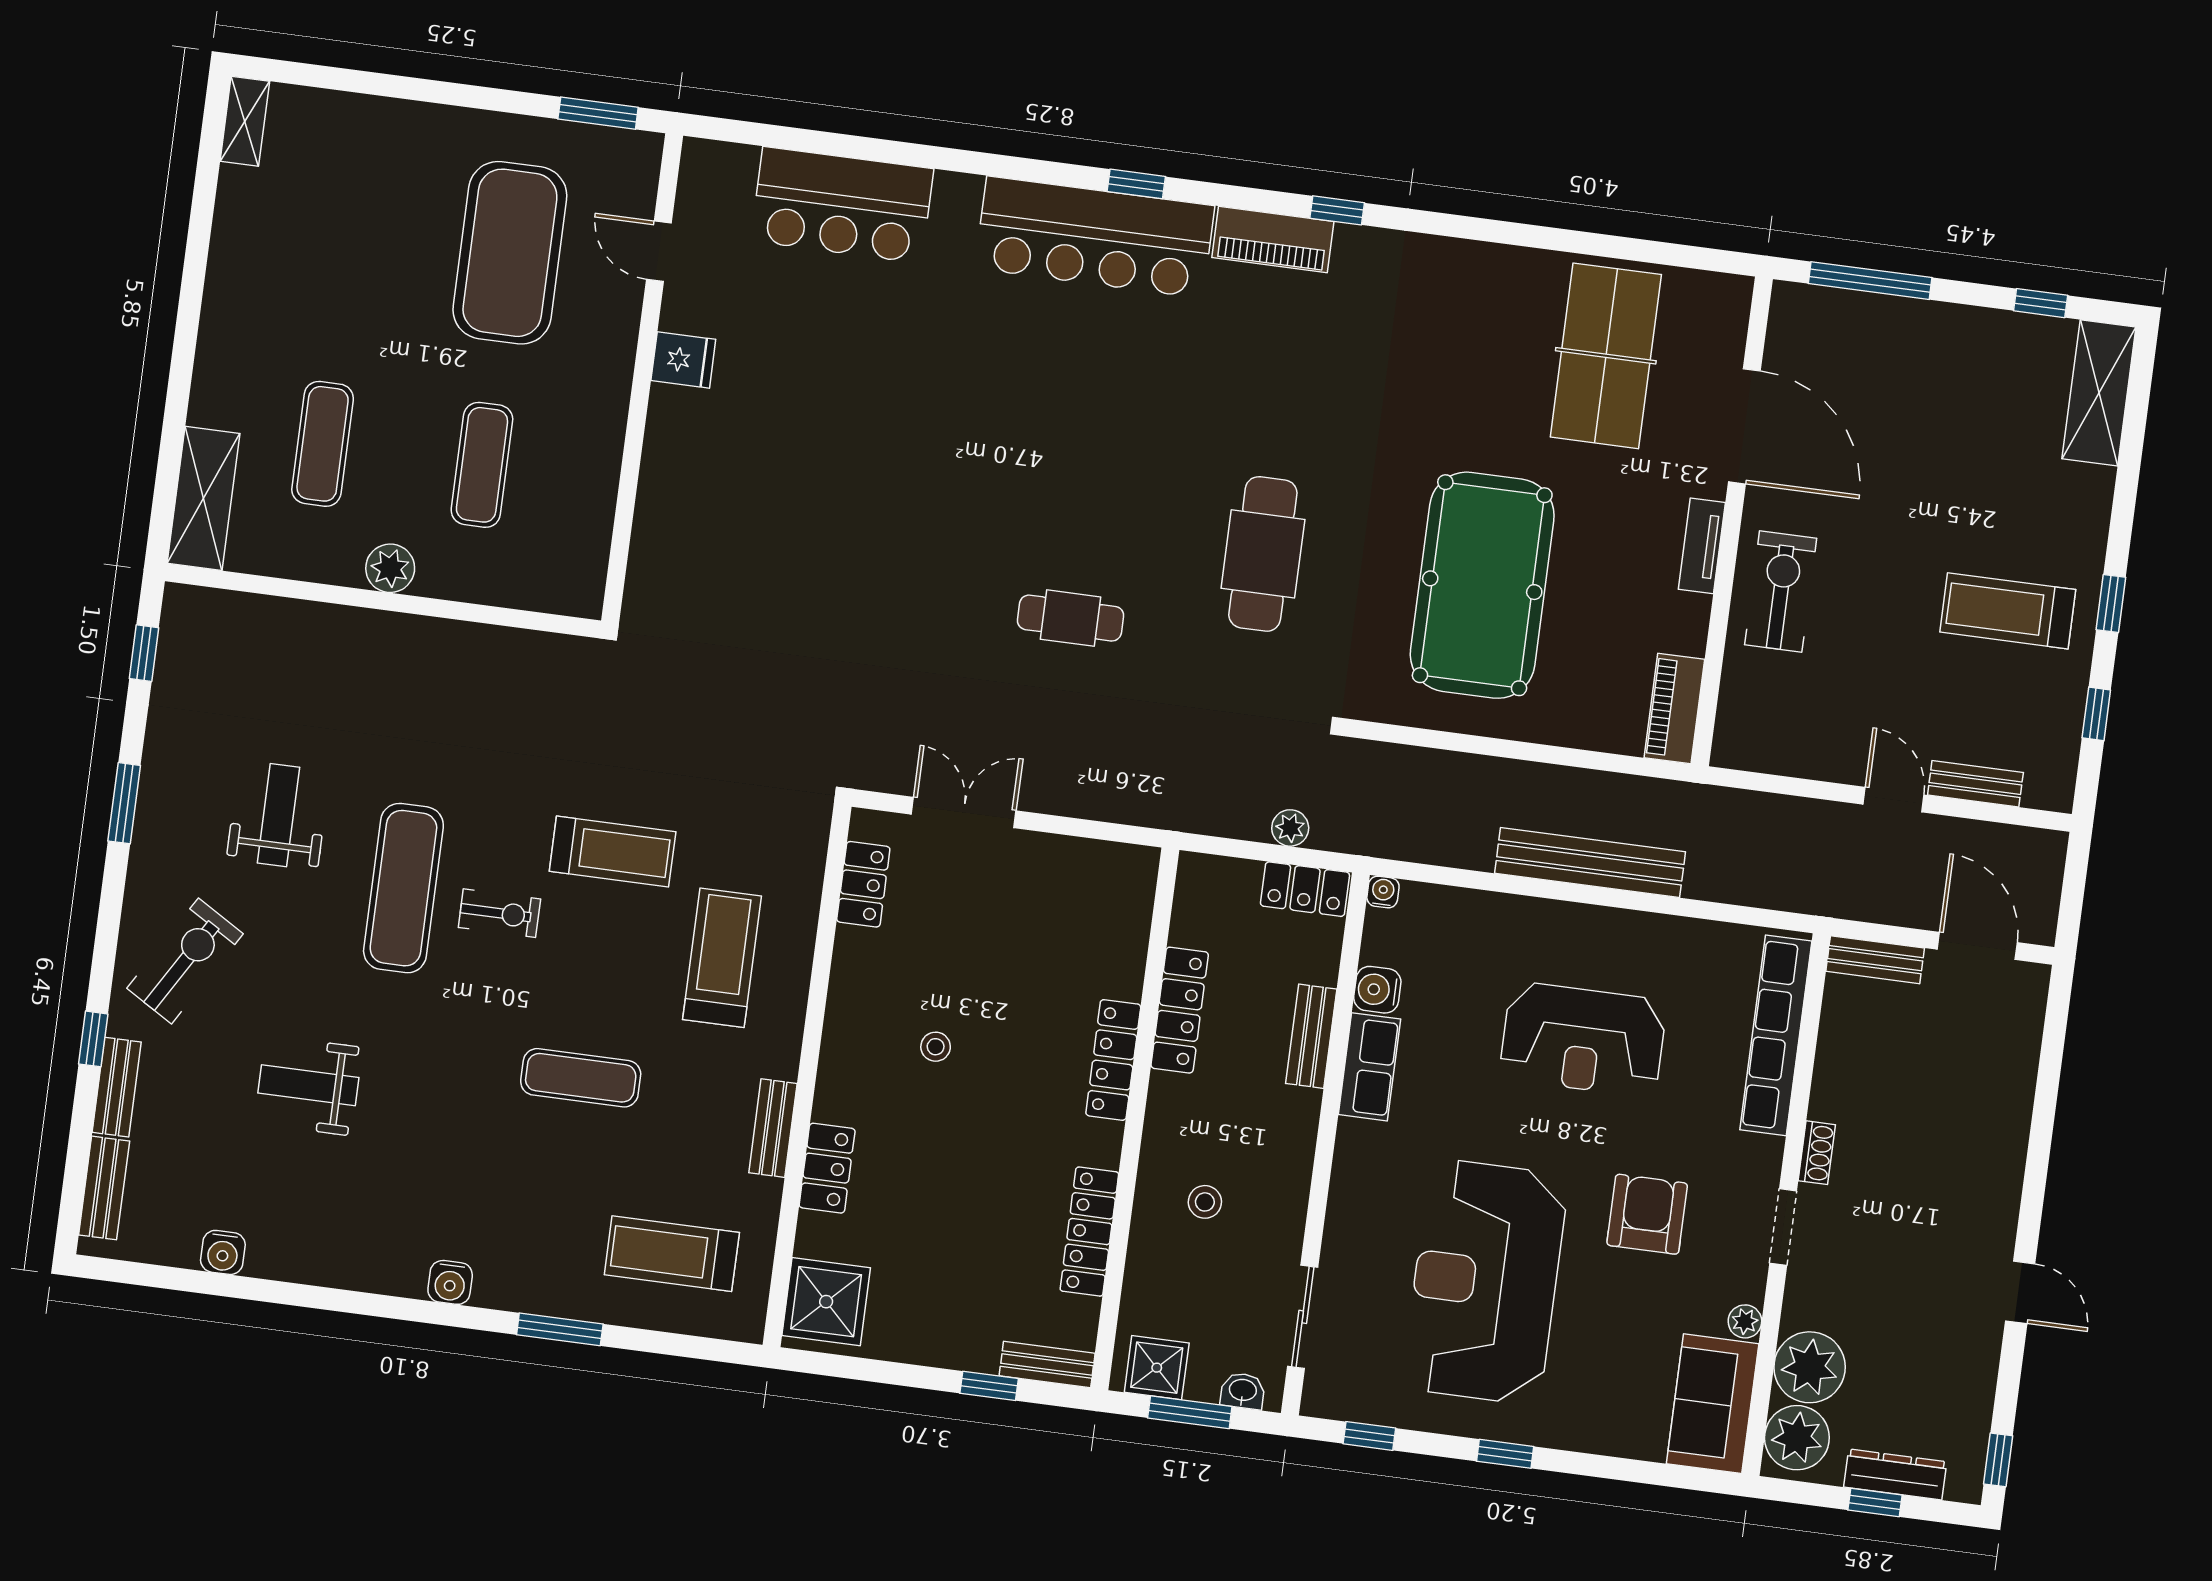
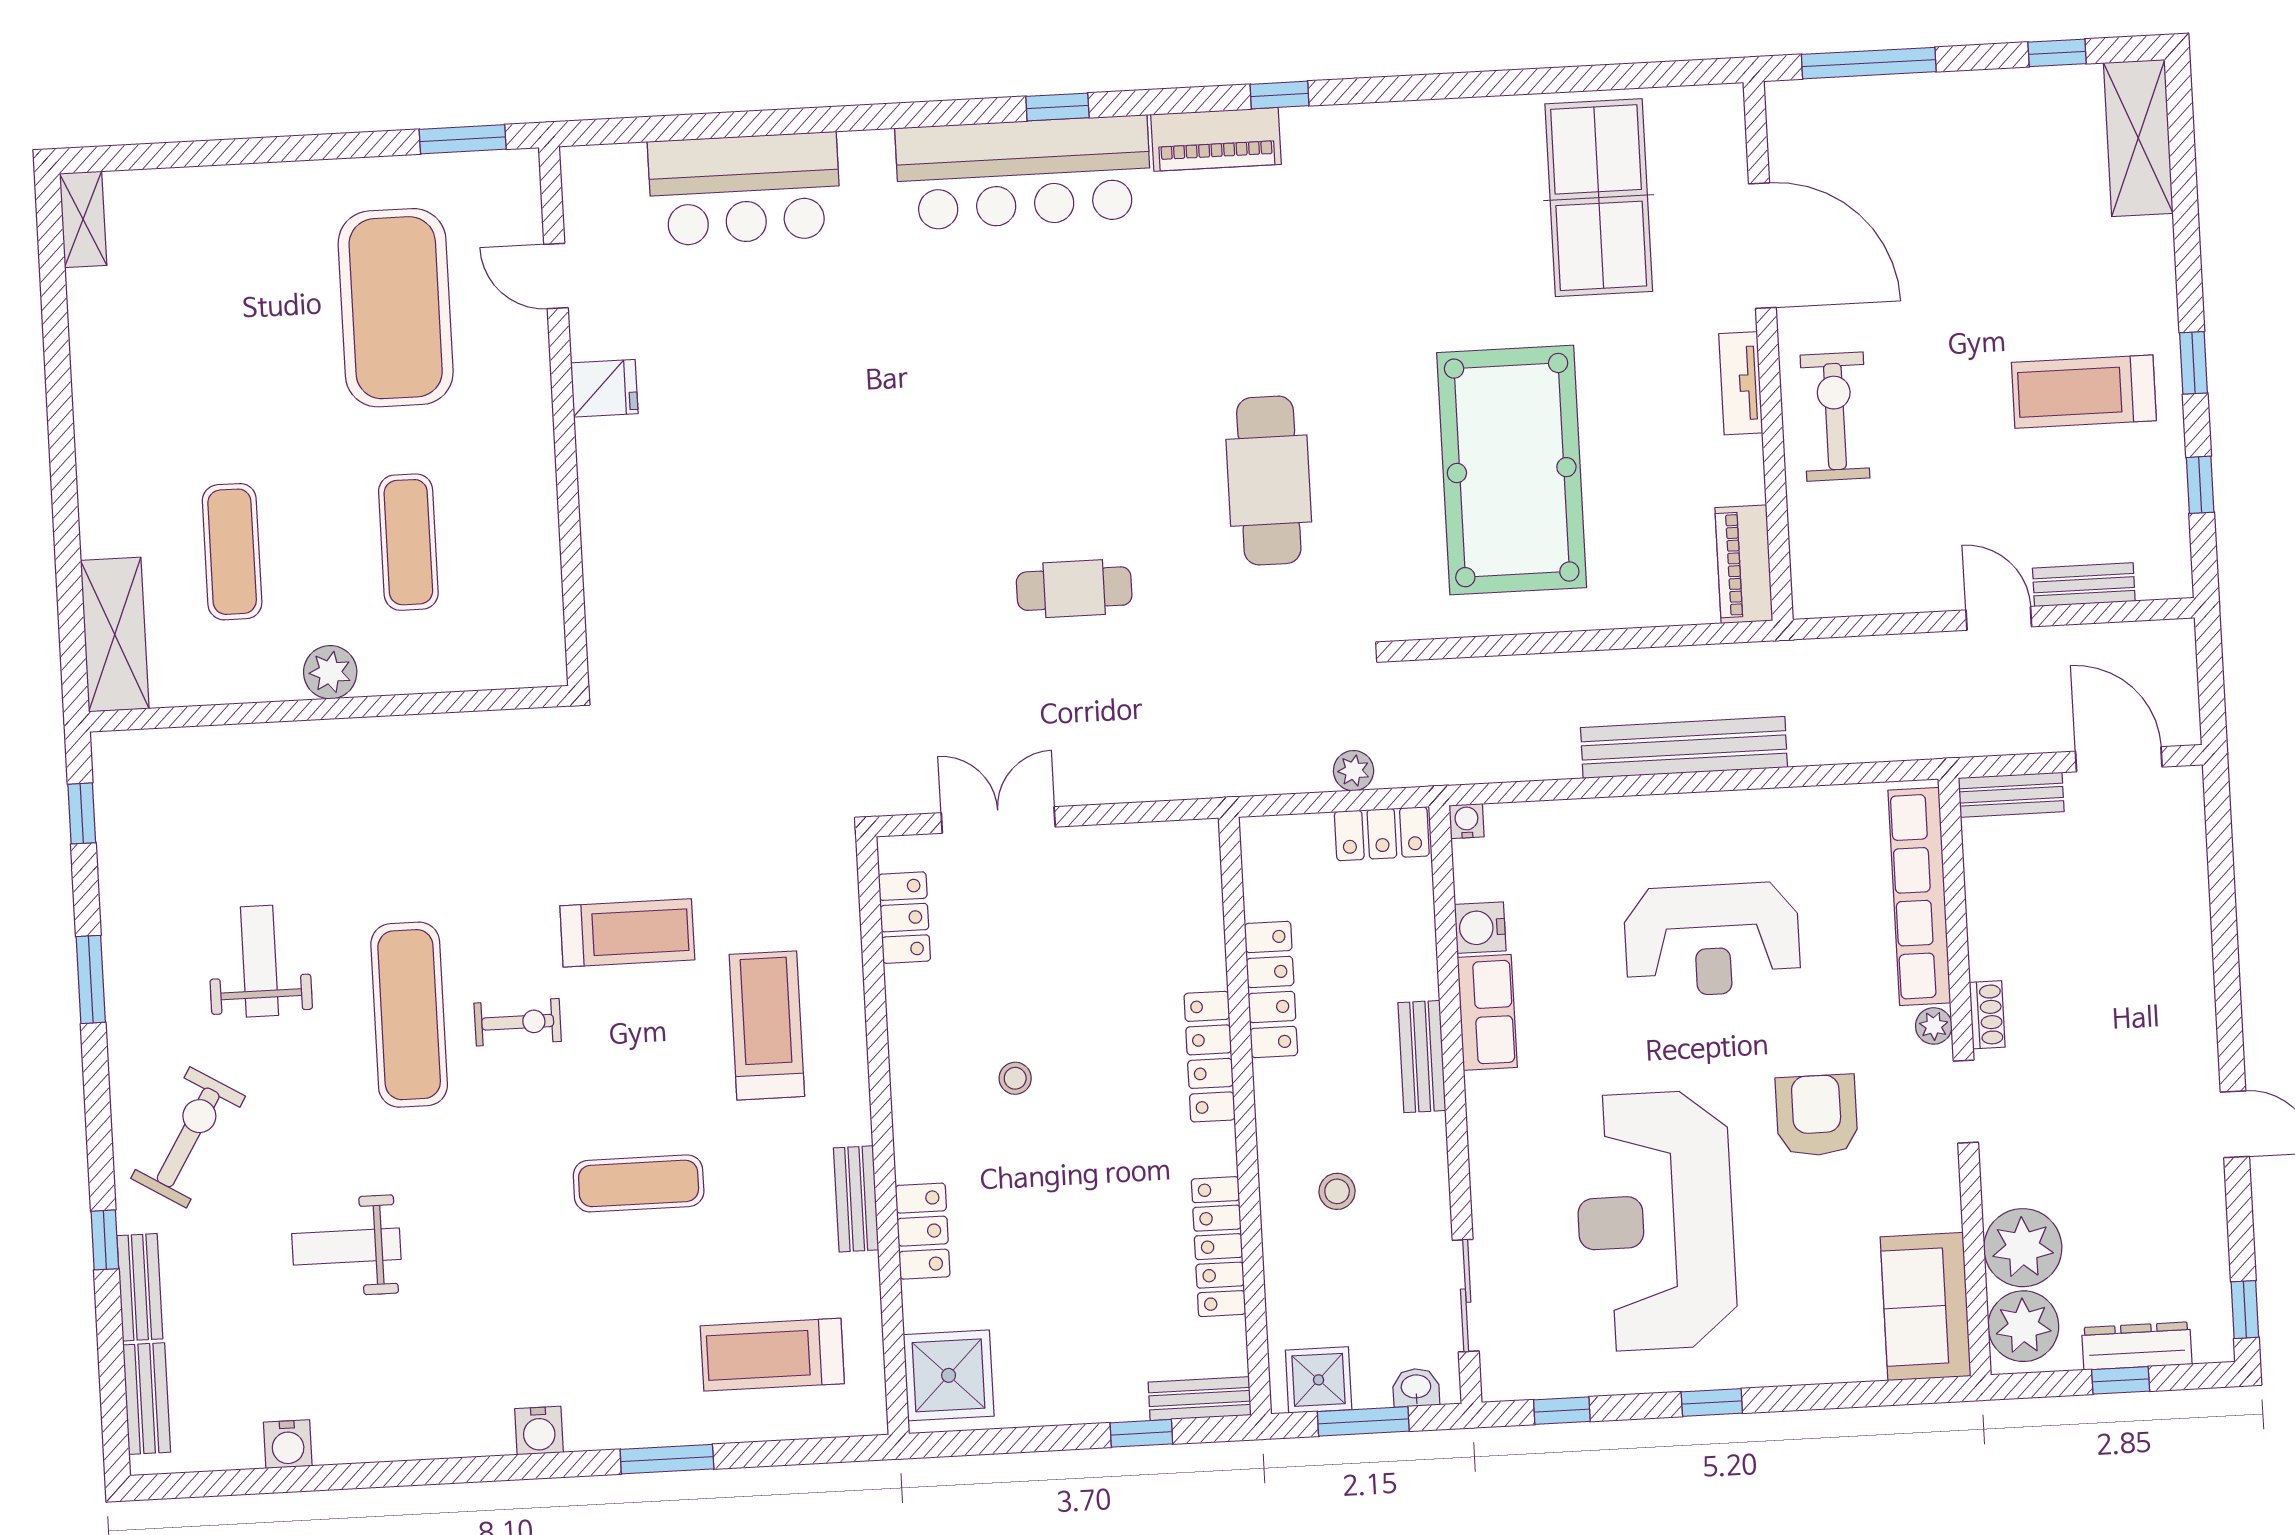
bench: (1311, 1036) -> (1422, 1057), moved
plant: (1745, 1321) -> (1934, 1026), moved

